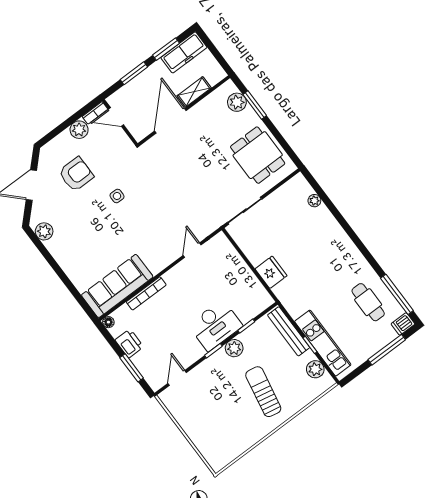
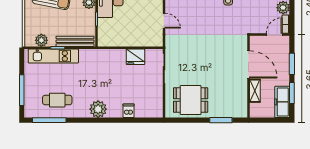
plant: (237, 102) -> (230, 111), removed
plant: (314, 201) -> (98, 109), moved, width x1.88, depth x1.88
fridge: (271, 272) -> (135, 57), moved
dishwasher: (403, 324) -> (129, 111), moved

